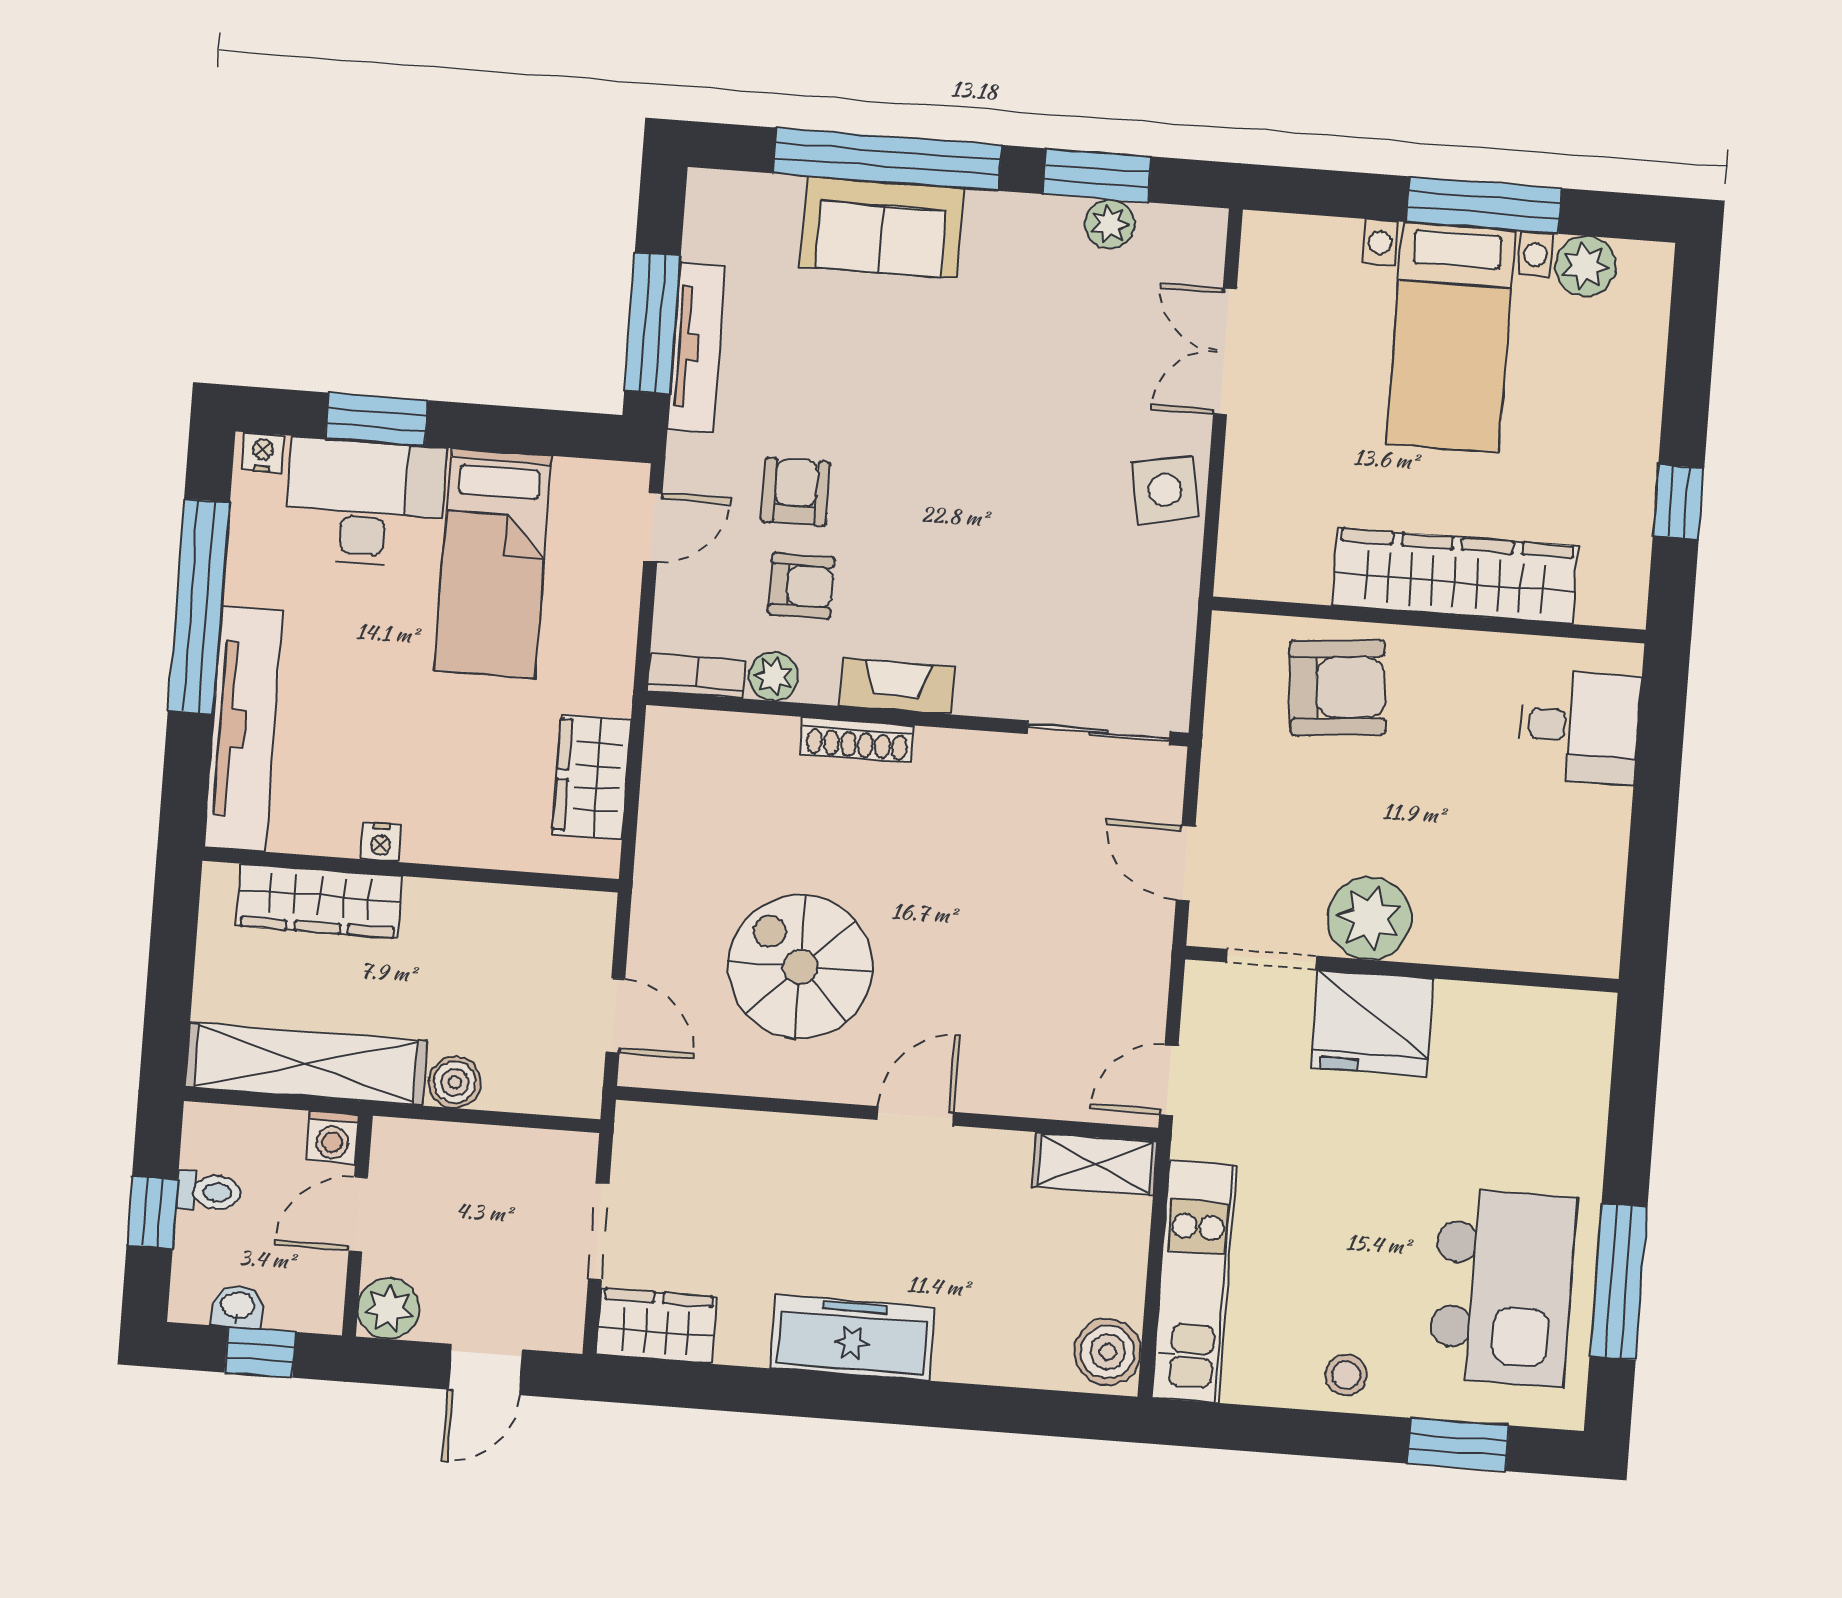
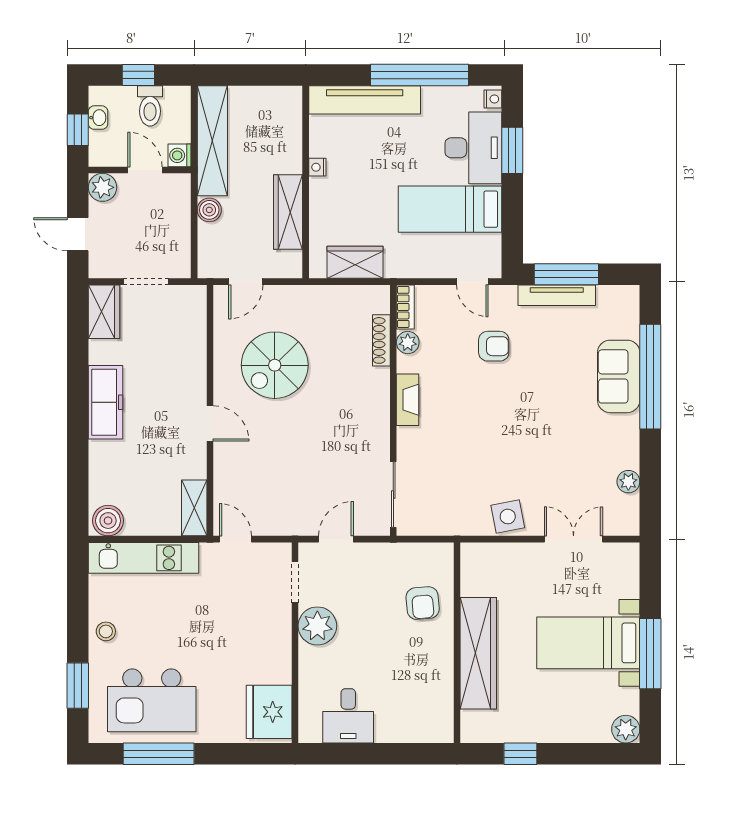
window: (1097, 175) -> (650, 474), removed
plant: (1585, 266) -> (626, 729), moved
armchair: (801, 586) -> (451, 352), removed
armchair: (1338, 688) -> (423, 603), width x0.72, depth x0.72
desk: (1579, 727) -> (348, 716), moved
shoe rack: (857, 740) -> (381, 340), moved
wardrobe: (319, 901) -> (288, 212), moved
spiral stairs: (800, 967) -> (275, 365), turned 180
fridge: (1372, 1023) -> (269, 712), moved
toilet: (209, 1192) -> (150, 106), width x1.37, depth x1.39

